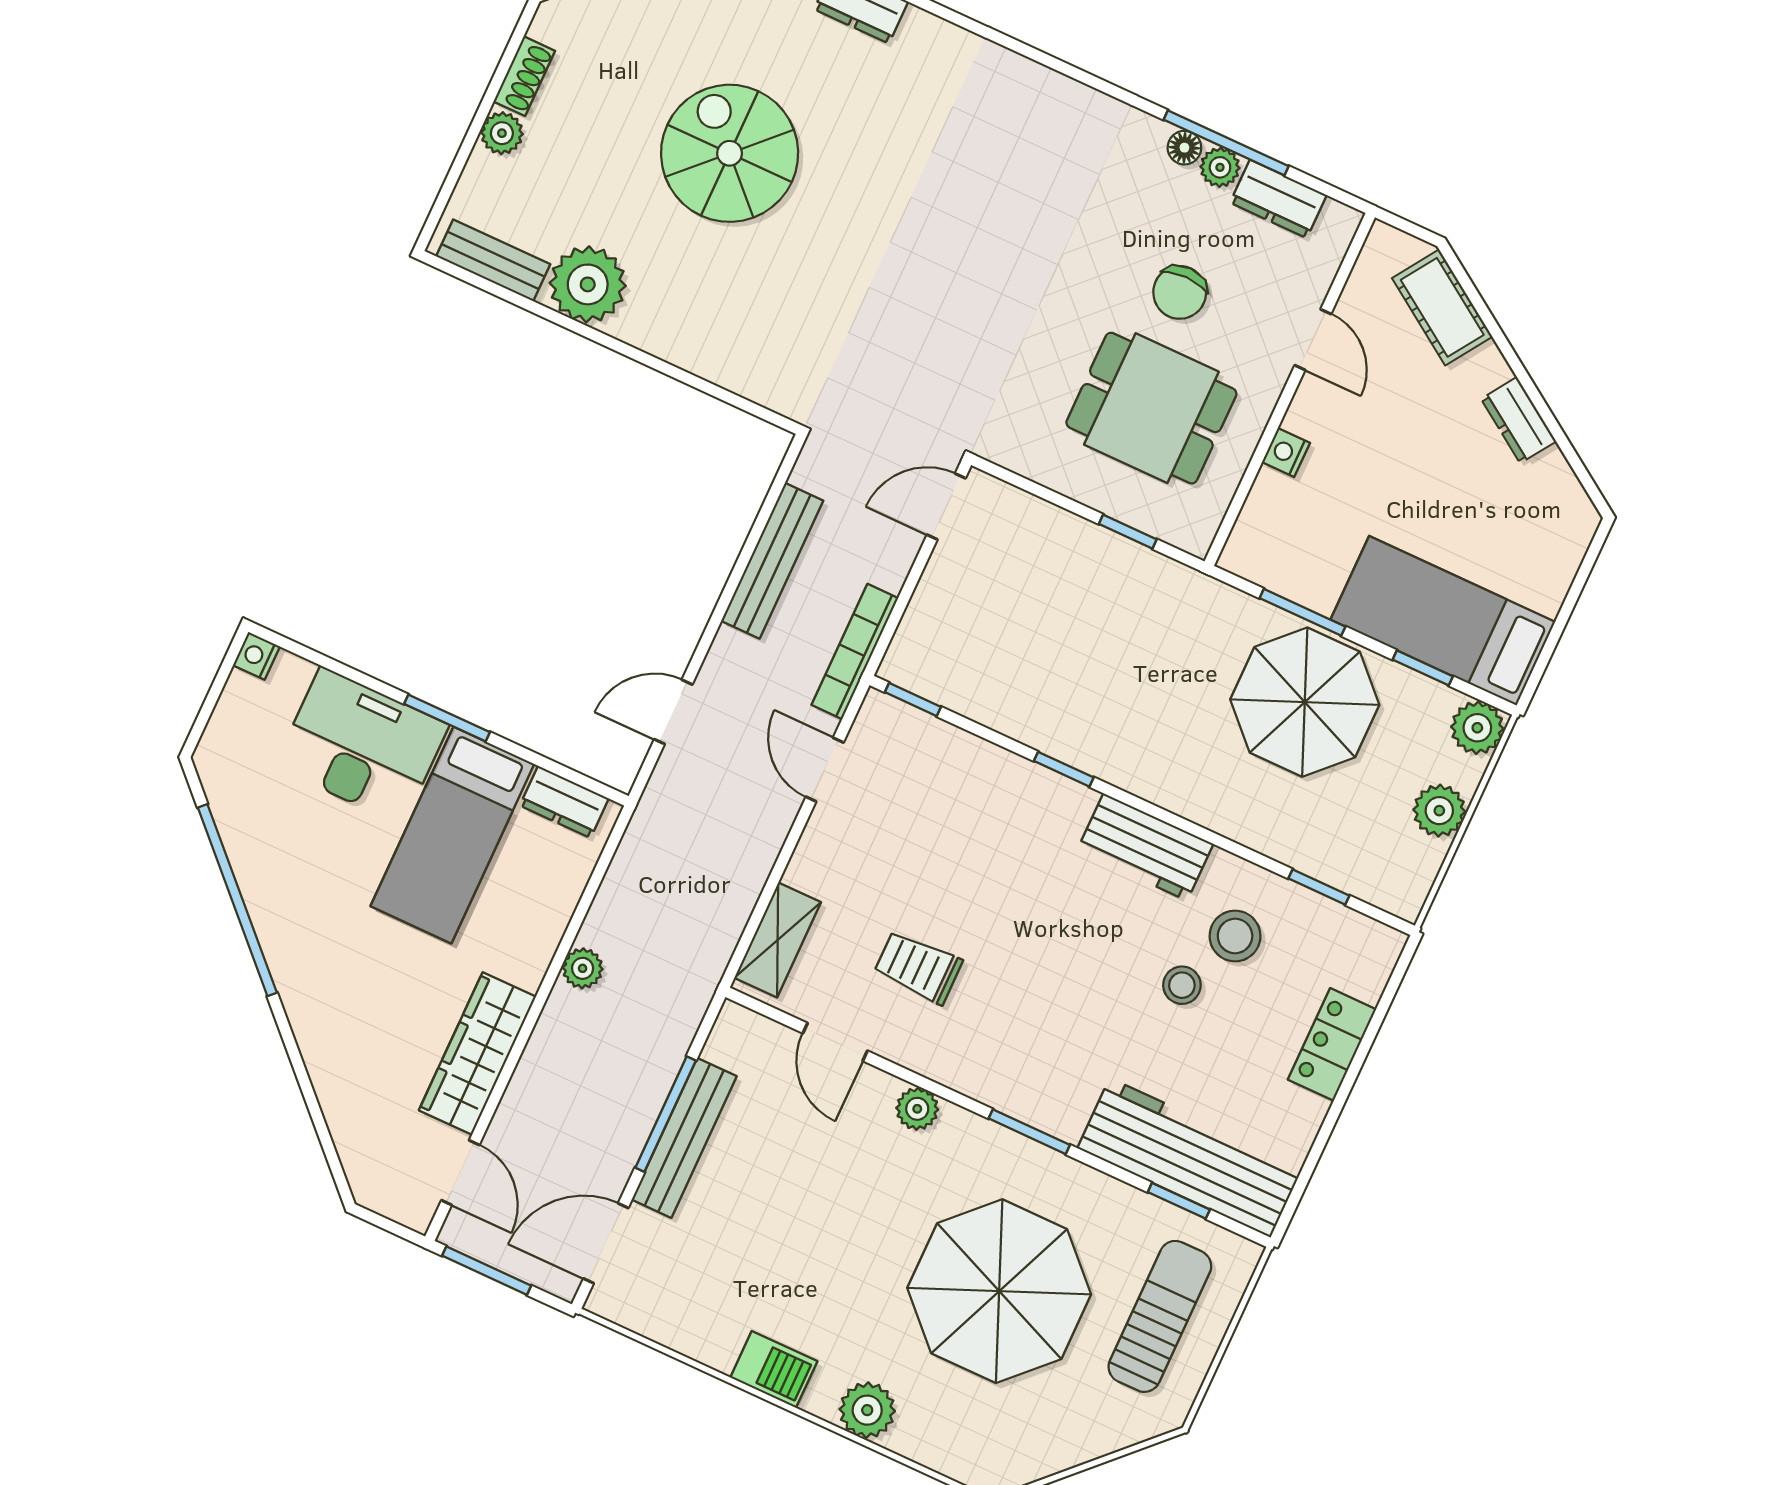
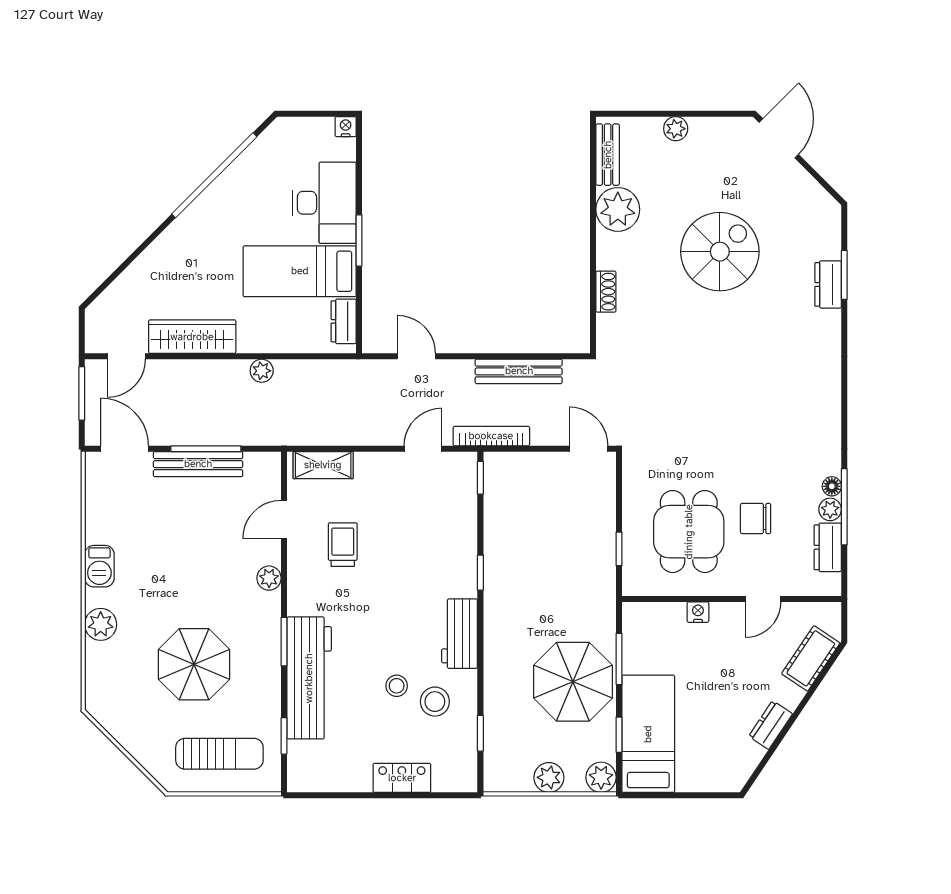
shoe rack: (524, 76) -> (606, 292), moved, turned -90
workbench: (1190, 1158) -> (309, 678), moved
parasol: (999, 1291) -> (194, 664), width x0.73, depth x0.73

